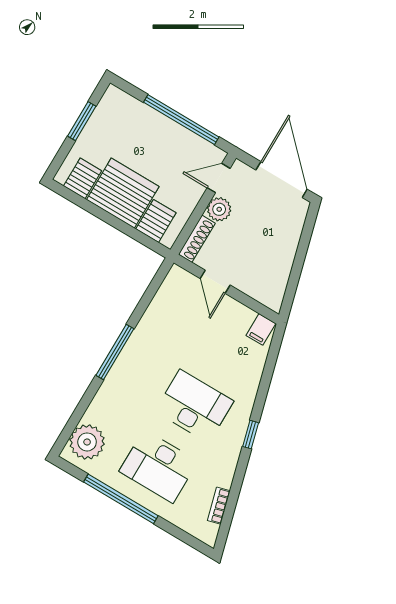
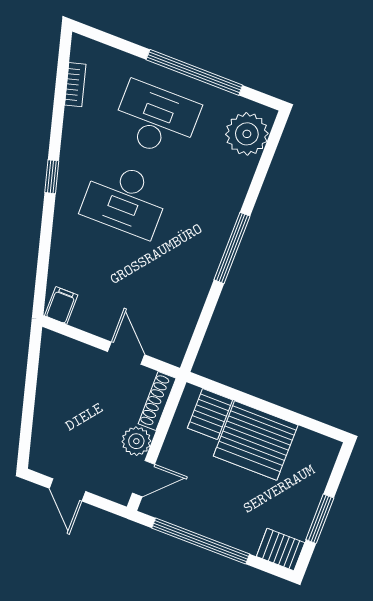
server rack: (83, 178) -> (281, 550), moved, turned 90
door: (282, 180) -> (67, 490), width x0.53

